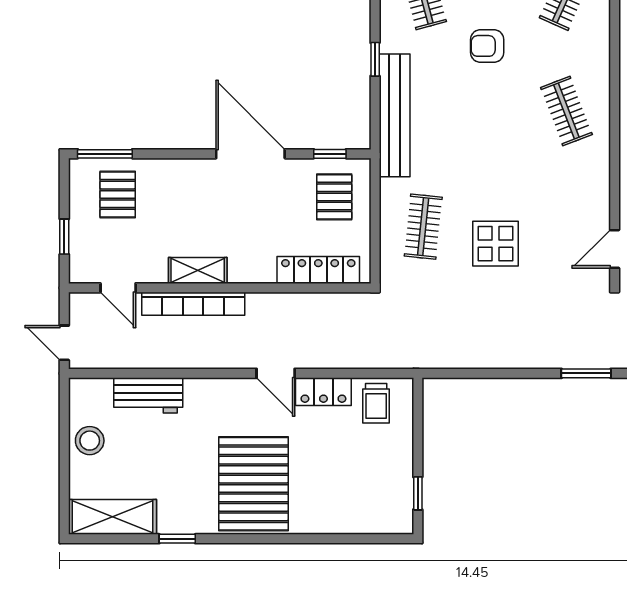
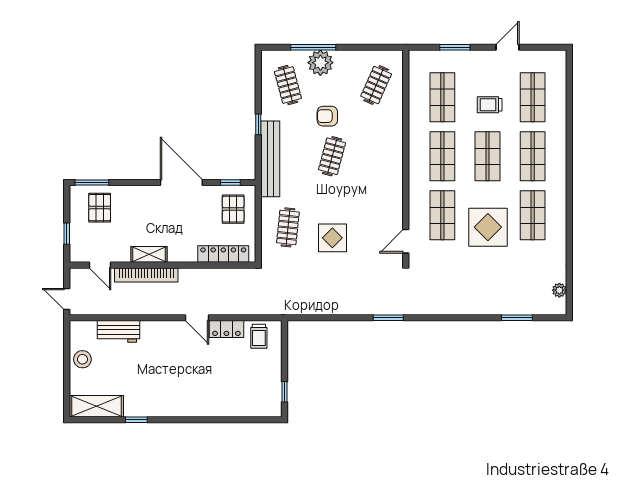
clothes rail: (566, 111) -> (332, 156), moved, turned 36
pallet: (254, 484) -> (183, 386), removed

